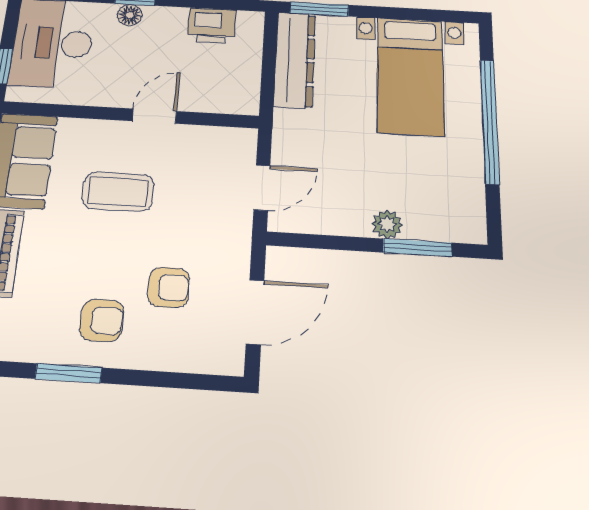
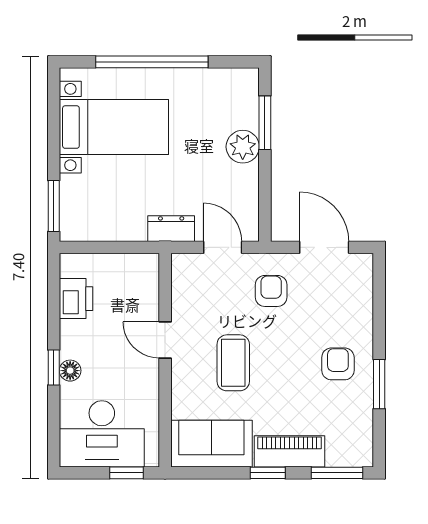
dresser: (295, 60) -> (171, 229), moved, width x0.51, depth x0.80
plant: (387, 224) -> (243, 147), width x1.38, depth x1.38
armchair: (169, 287) -> (271, 291), moved

